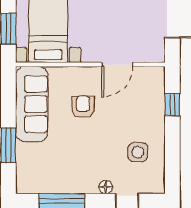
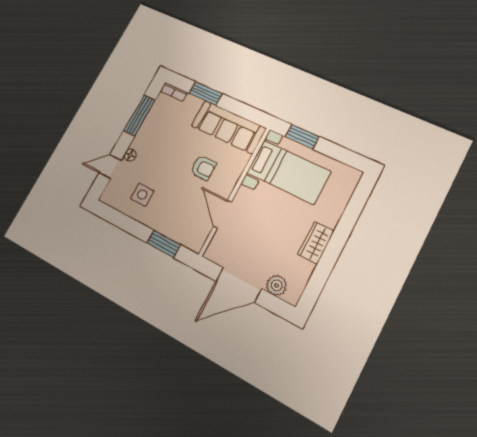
window: (172, 105) -> (164, 244), width x1.50
bookcase: (22, 179) -> (174, 92), added

